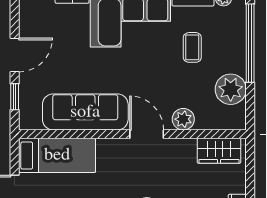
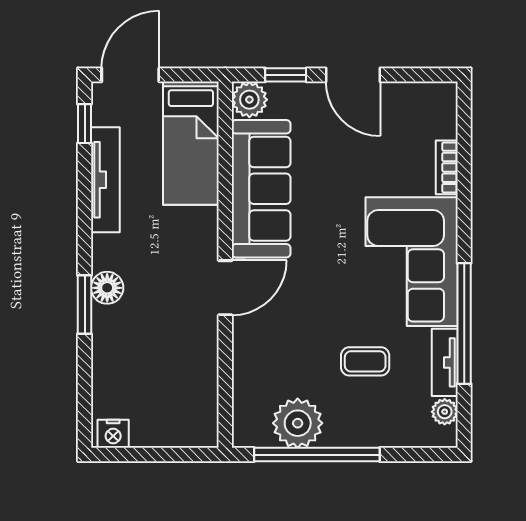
window: (250, 43) -> (317, 455), moved
plant: (183, 119) -> (249, 100), moved
wardrobe: (219, 151) -> (198, 404), removed

